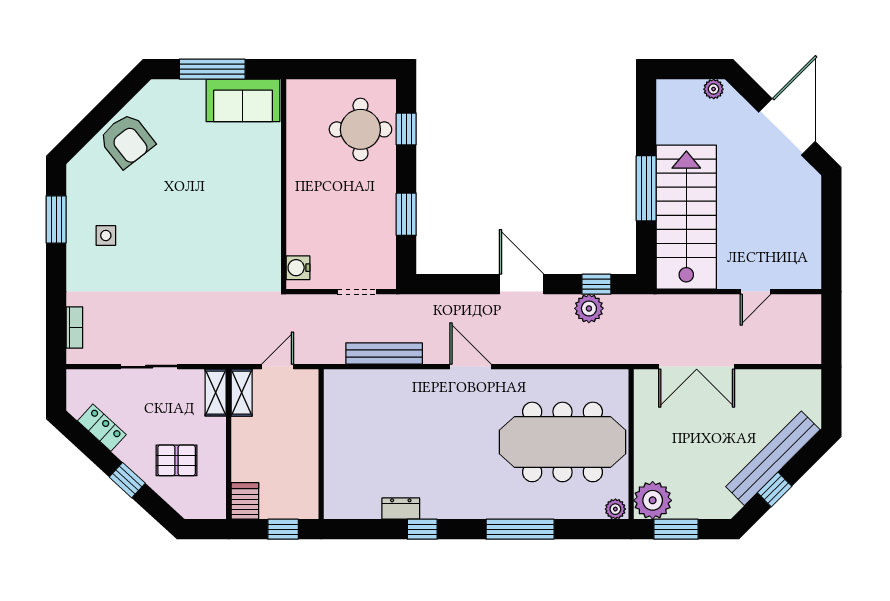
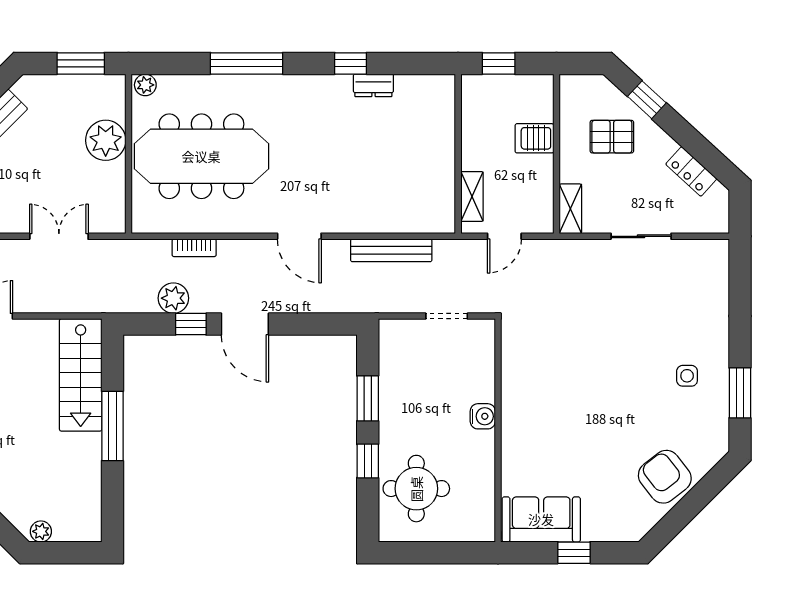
window: (212, 69) -> (574, 553), width x0.46
window: (406, 129) -> (368, 461), moved
stairs: (686, 217) -> (81, 375), width x0.73, depth x0.66
water cooler: (298, 268) -> (483, 416), moved
window: (596, 284) -> (191, 324), moved
doorway: (357, 292) -> (447, 316), moved
bookcase: (74, 327) -> (194, 248), moved, turned -90
double door: (697, 367) -> (59, 236), width x0.73
shelving: (242, 393) -> (472, 196), moved
window: (127, 480) -> (647, 100), moved
plant: (653, 500) -> (106, 140), moved
server rack: (245, 501) -> (534, 138), moved, turned 90

